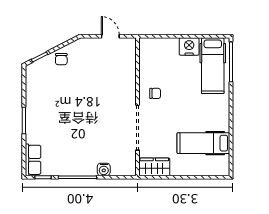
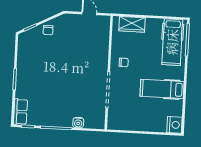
nightstand: (189, 46) -> (174, 125), moved, turned 90
hospital bed: (203, 143) -> (162, 89), moved
wardrobe: (154, 167) -> (132, 24), moved, turned 180

